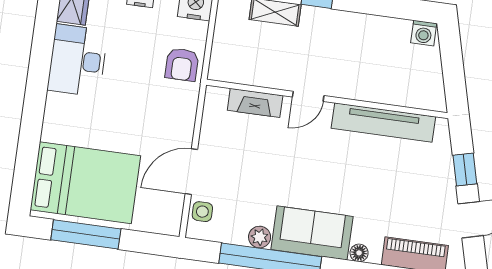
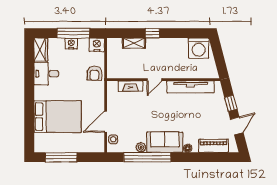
washing machine: (424, 33) -> (199, 48), width x1.89, depth x1.89
desk: (78, 60) -> (46, 74), width x0.73
bed: (85, 183) -> (58, 117), moved

